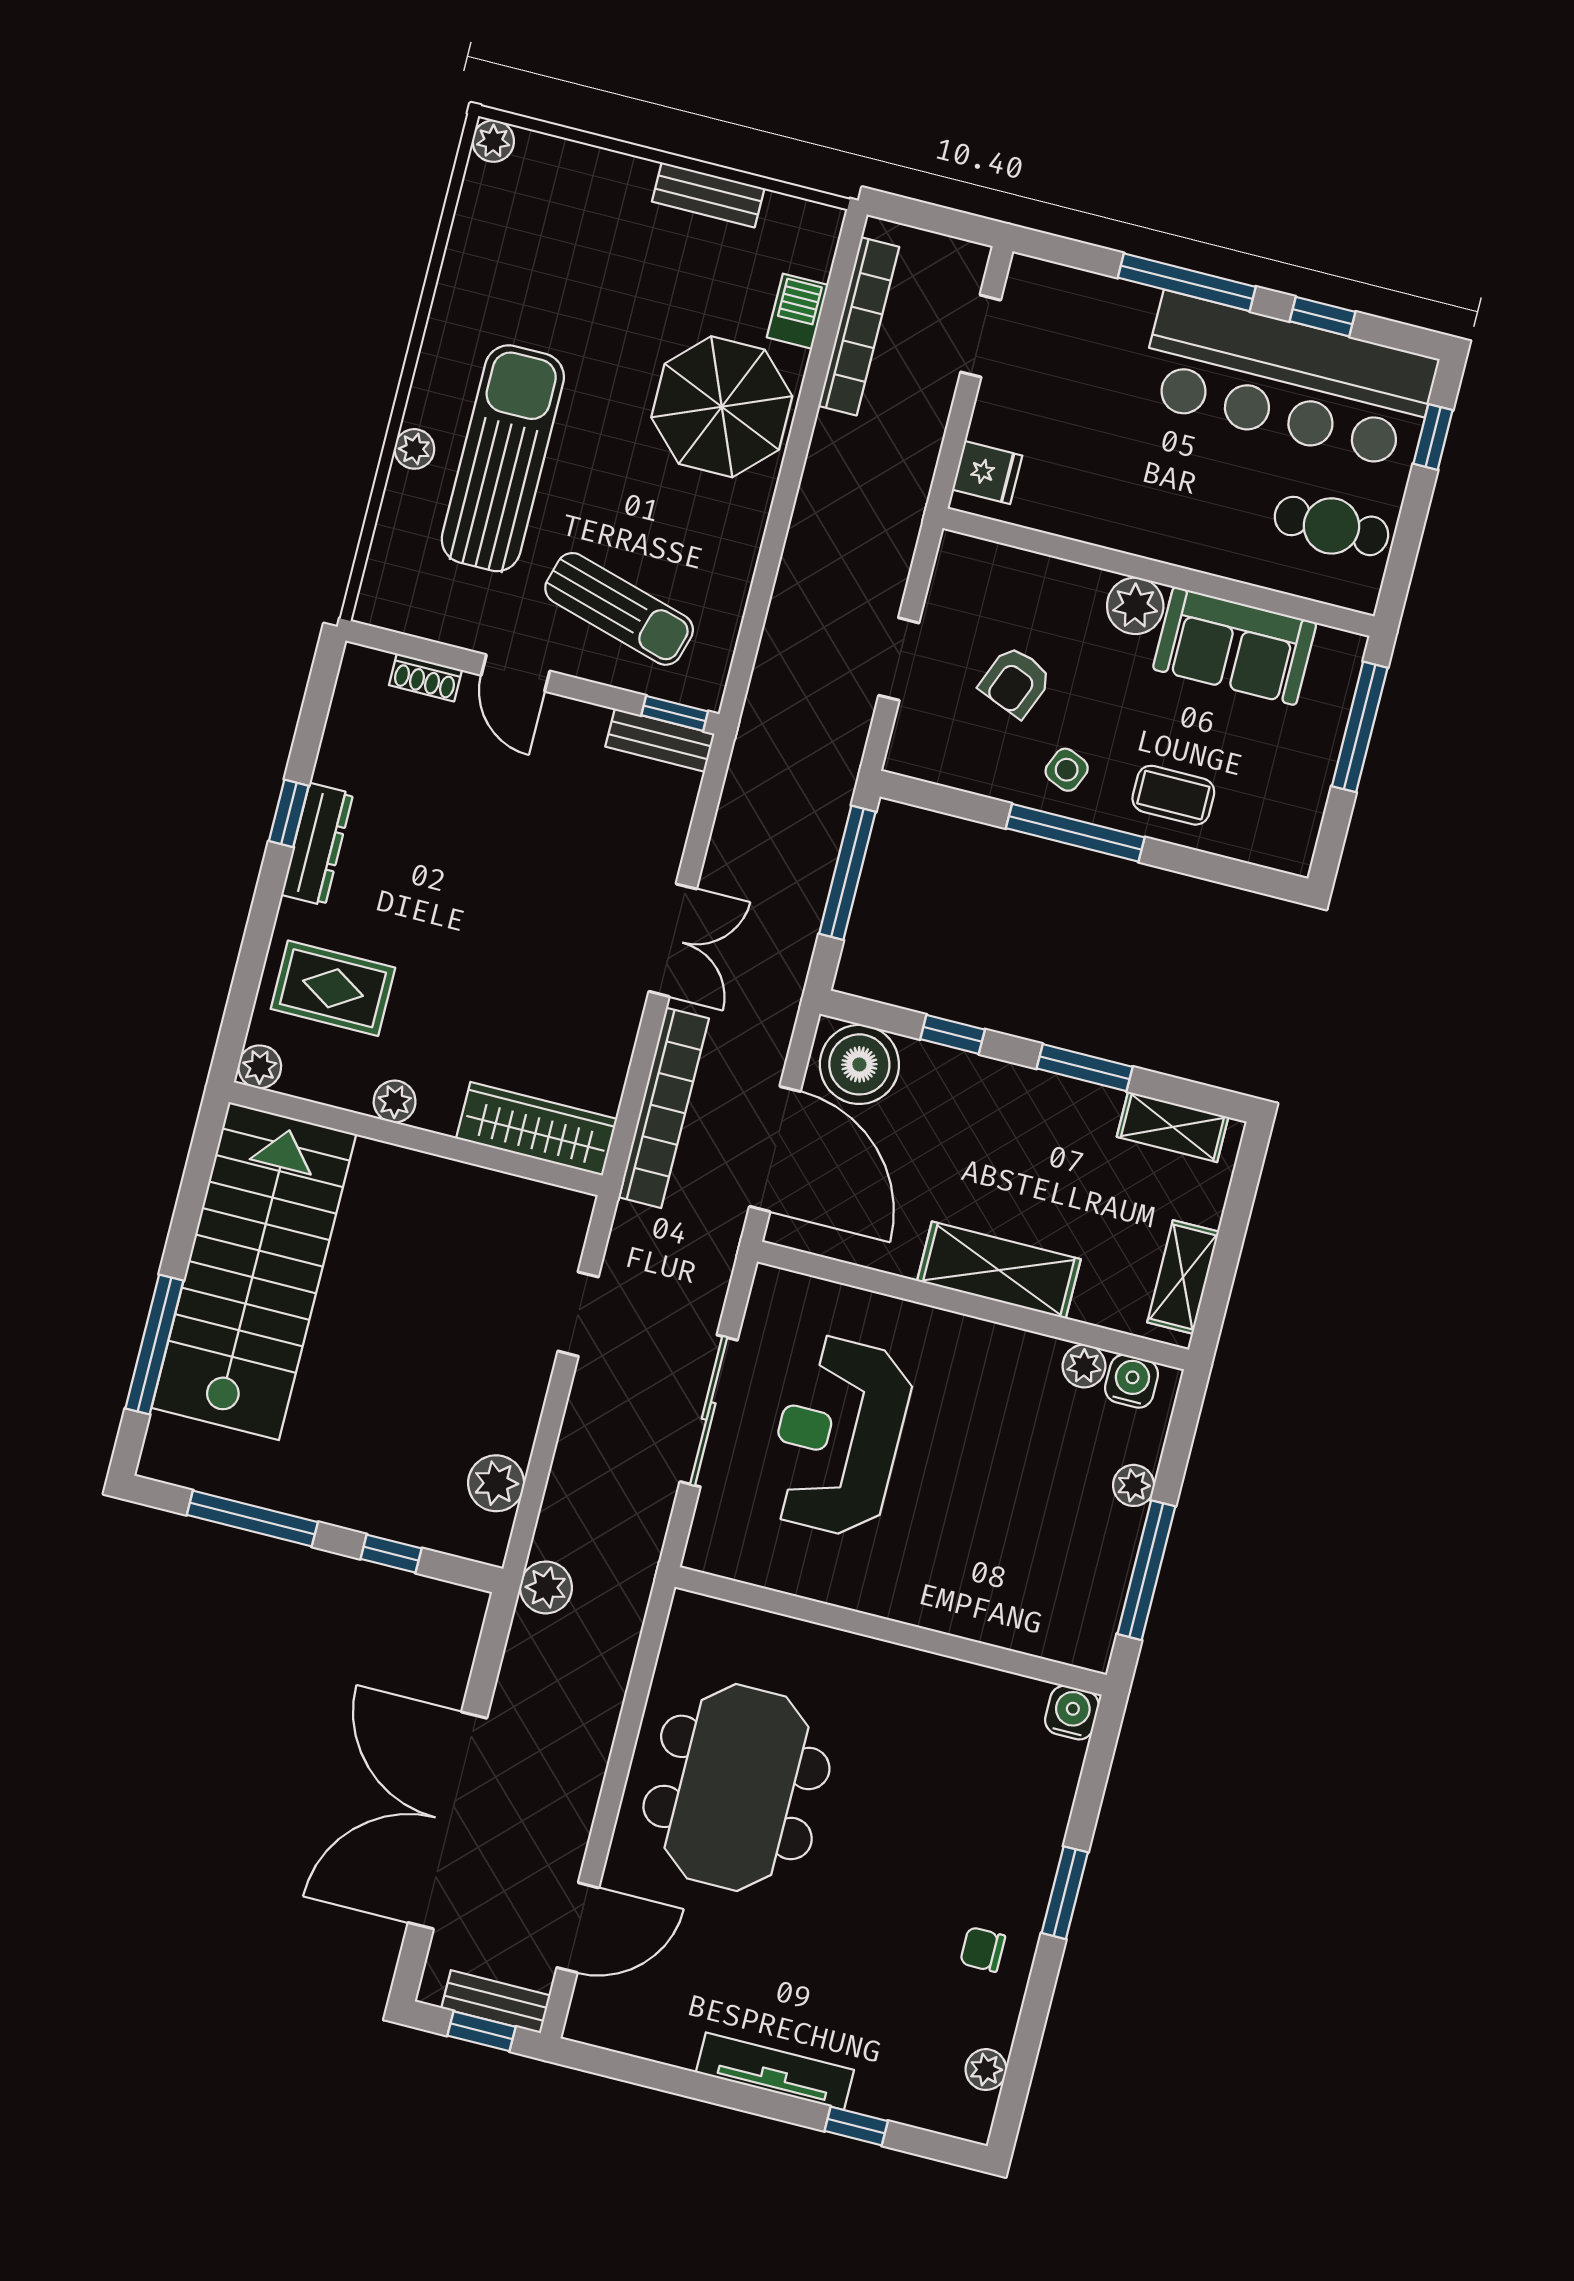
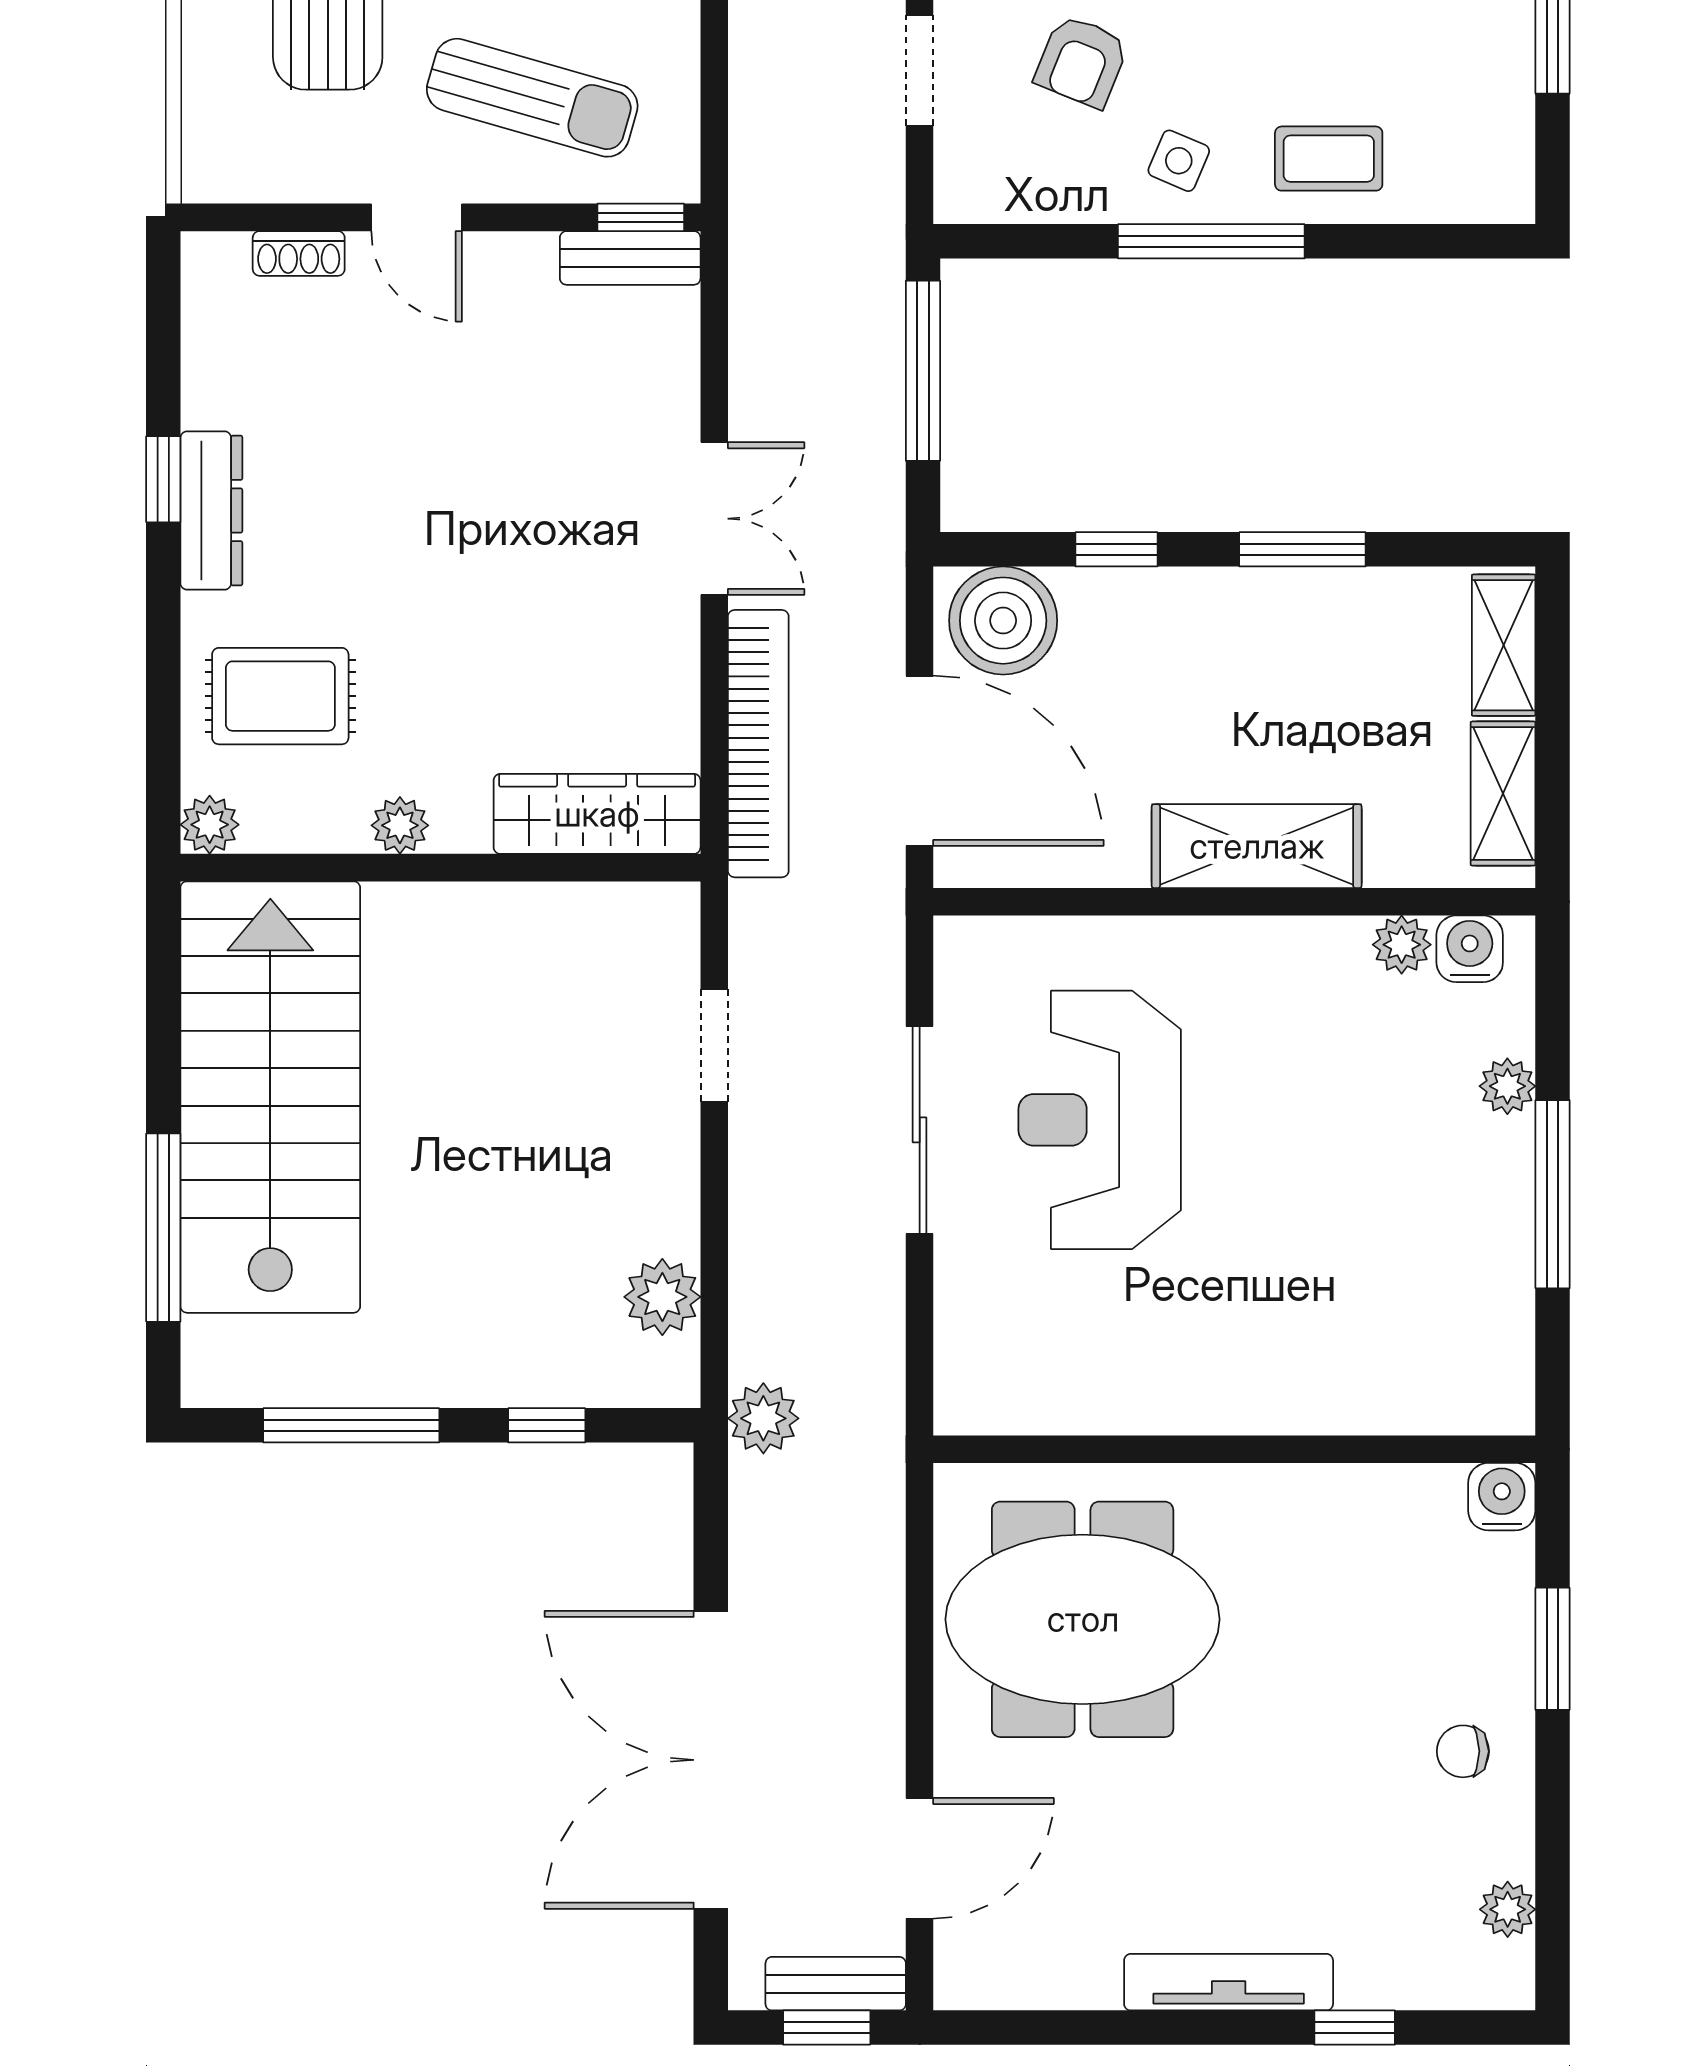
shelving: (1173, 1127) -> (1504, 645), moved, turned 90
wall: (891, 1631) -> (1234, 1449), moved
water cooler: (1072, 1713) -> (1502, 1497), moved
meeting table: (736, 1787) -> (1083, 1619), turned 90

